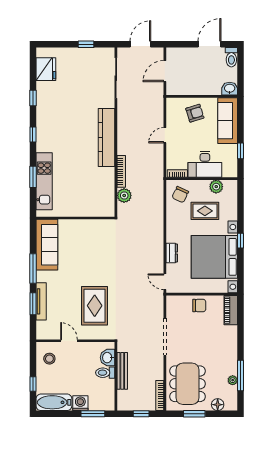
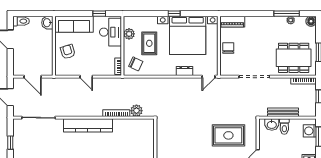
desk: (205, 164) -> (111, 32), moved
washing machine: (80, 403) -> (310, 131), moved
floor lamp: (218, 405) -> (311, 21), moved

